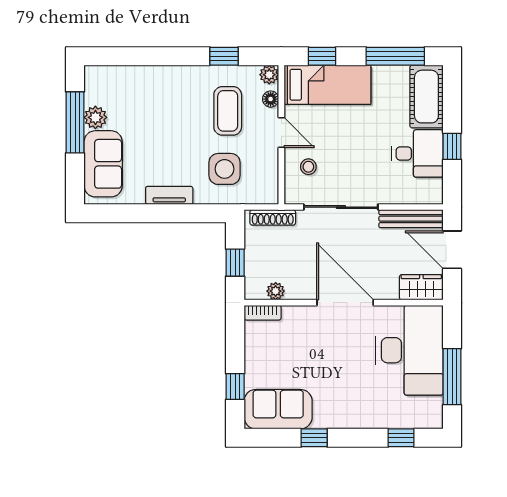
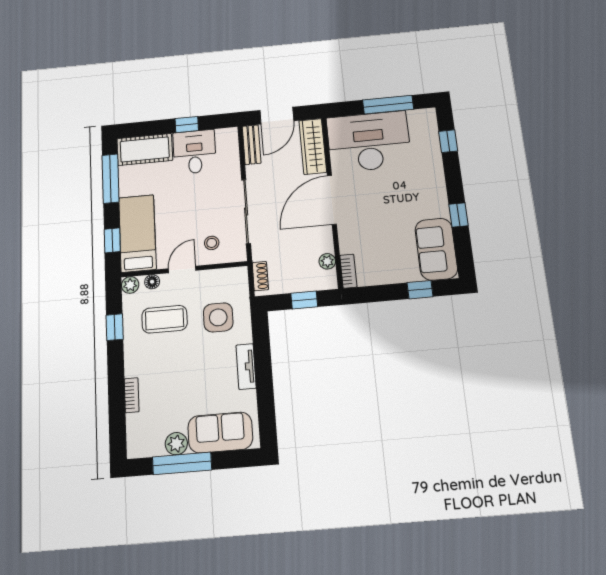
bookcase: (149, 72) -> (132, 395), added
shoe rack: (273, 217) -> (260, 276), width x0.70
bench: (411, 219) -> (252, 145), width x0.73
wardrobe: (421, 287) -> (313, 146), width x1.50

